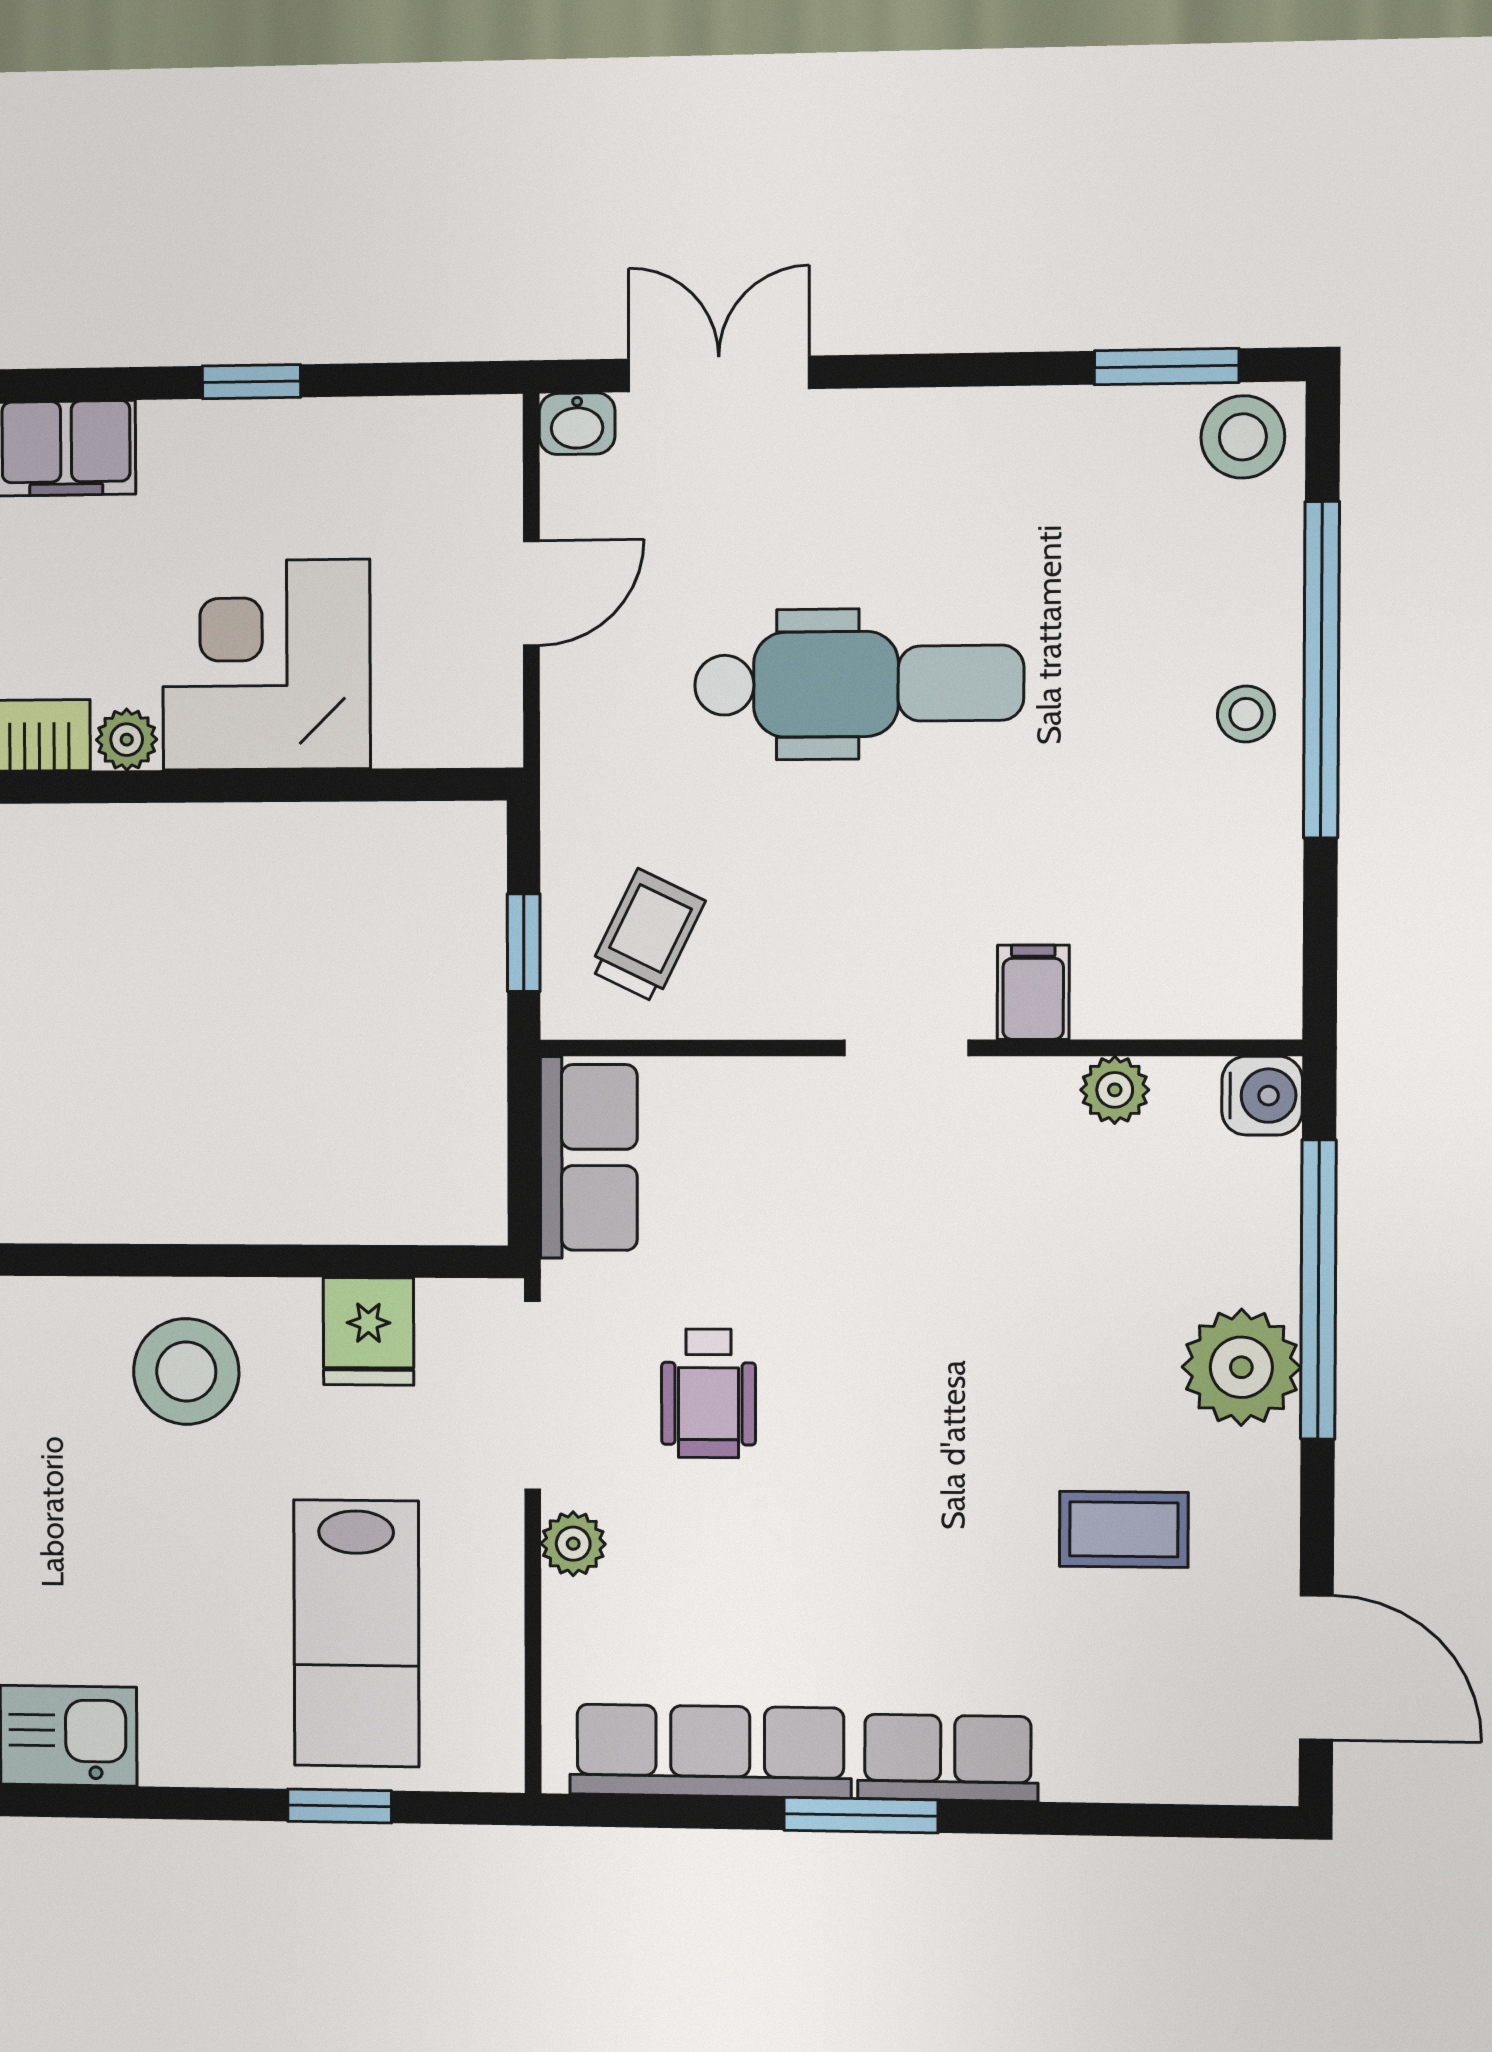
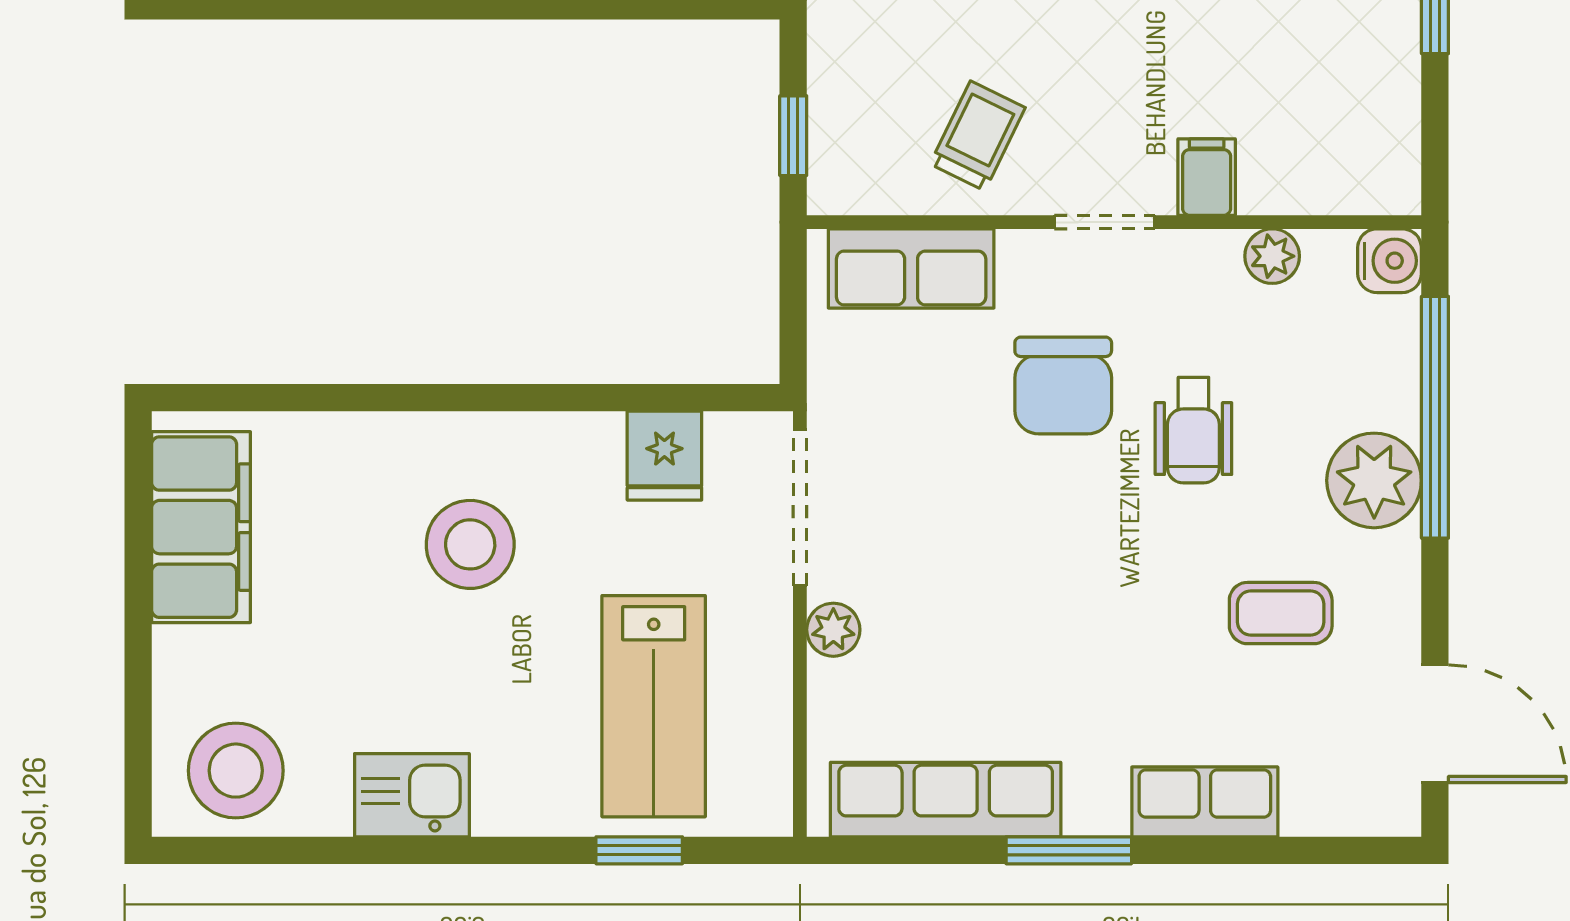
trolley: (647, 936) -> (978, 136), moved
row of seats: (589, 1157) -> (911, 268), moved, turned 90
chair: (855, 1248) -> (1063, 386), added
stool: (186, 1371) -> (470, 544), moved
wheelchair: (708, 1393) -> (1193, 430), moved
row of seats: (948, 1758) -> (1205, 802), moved

